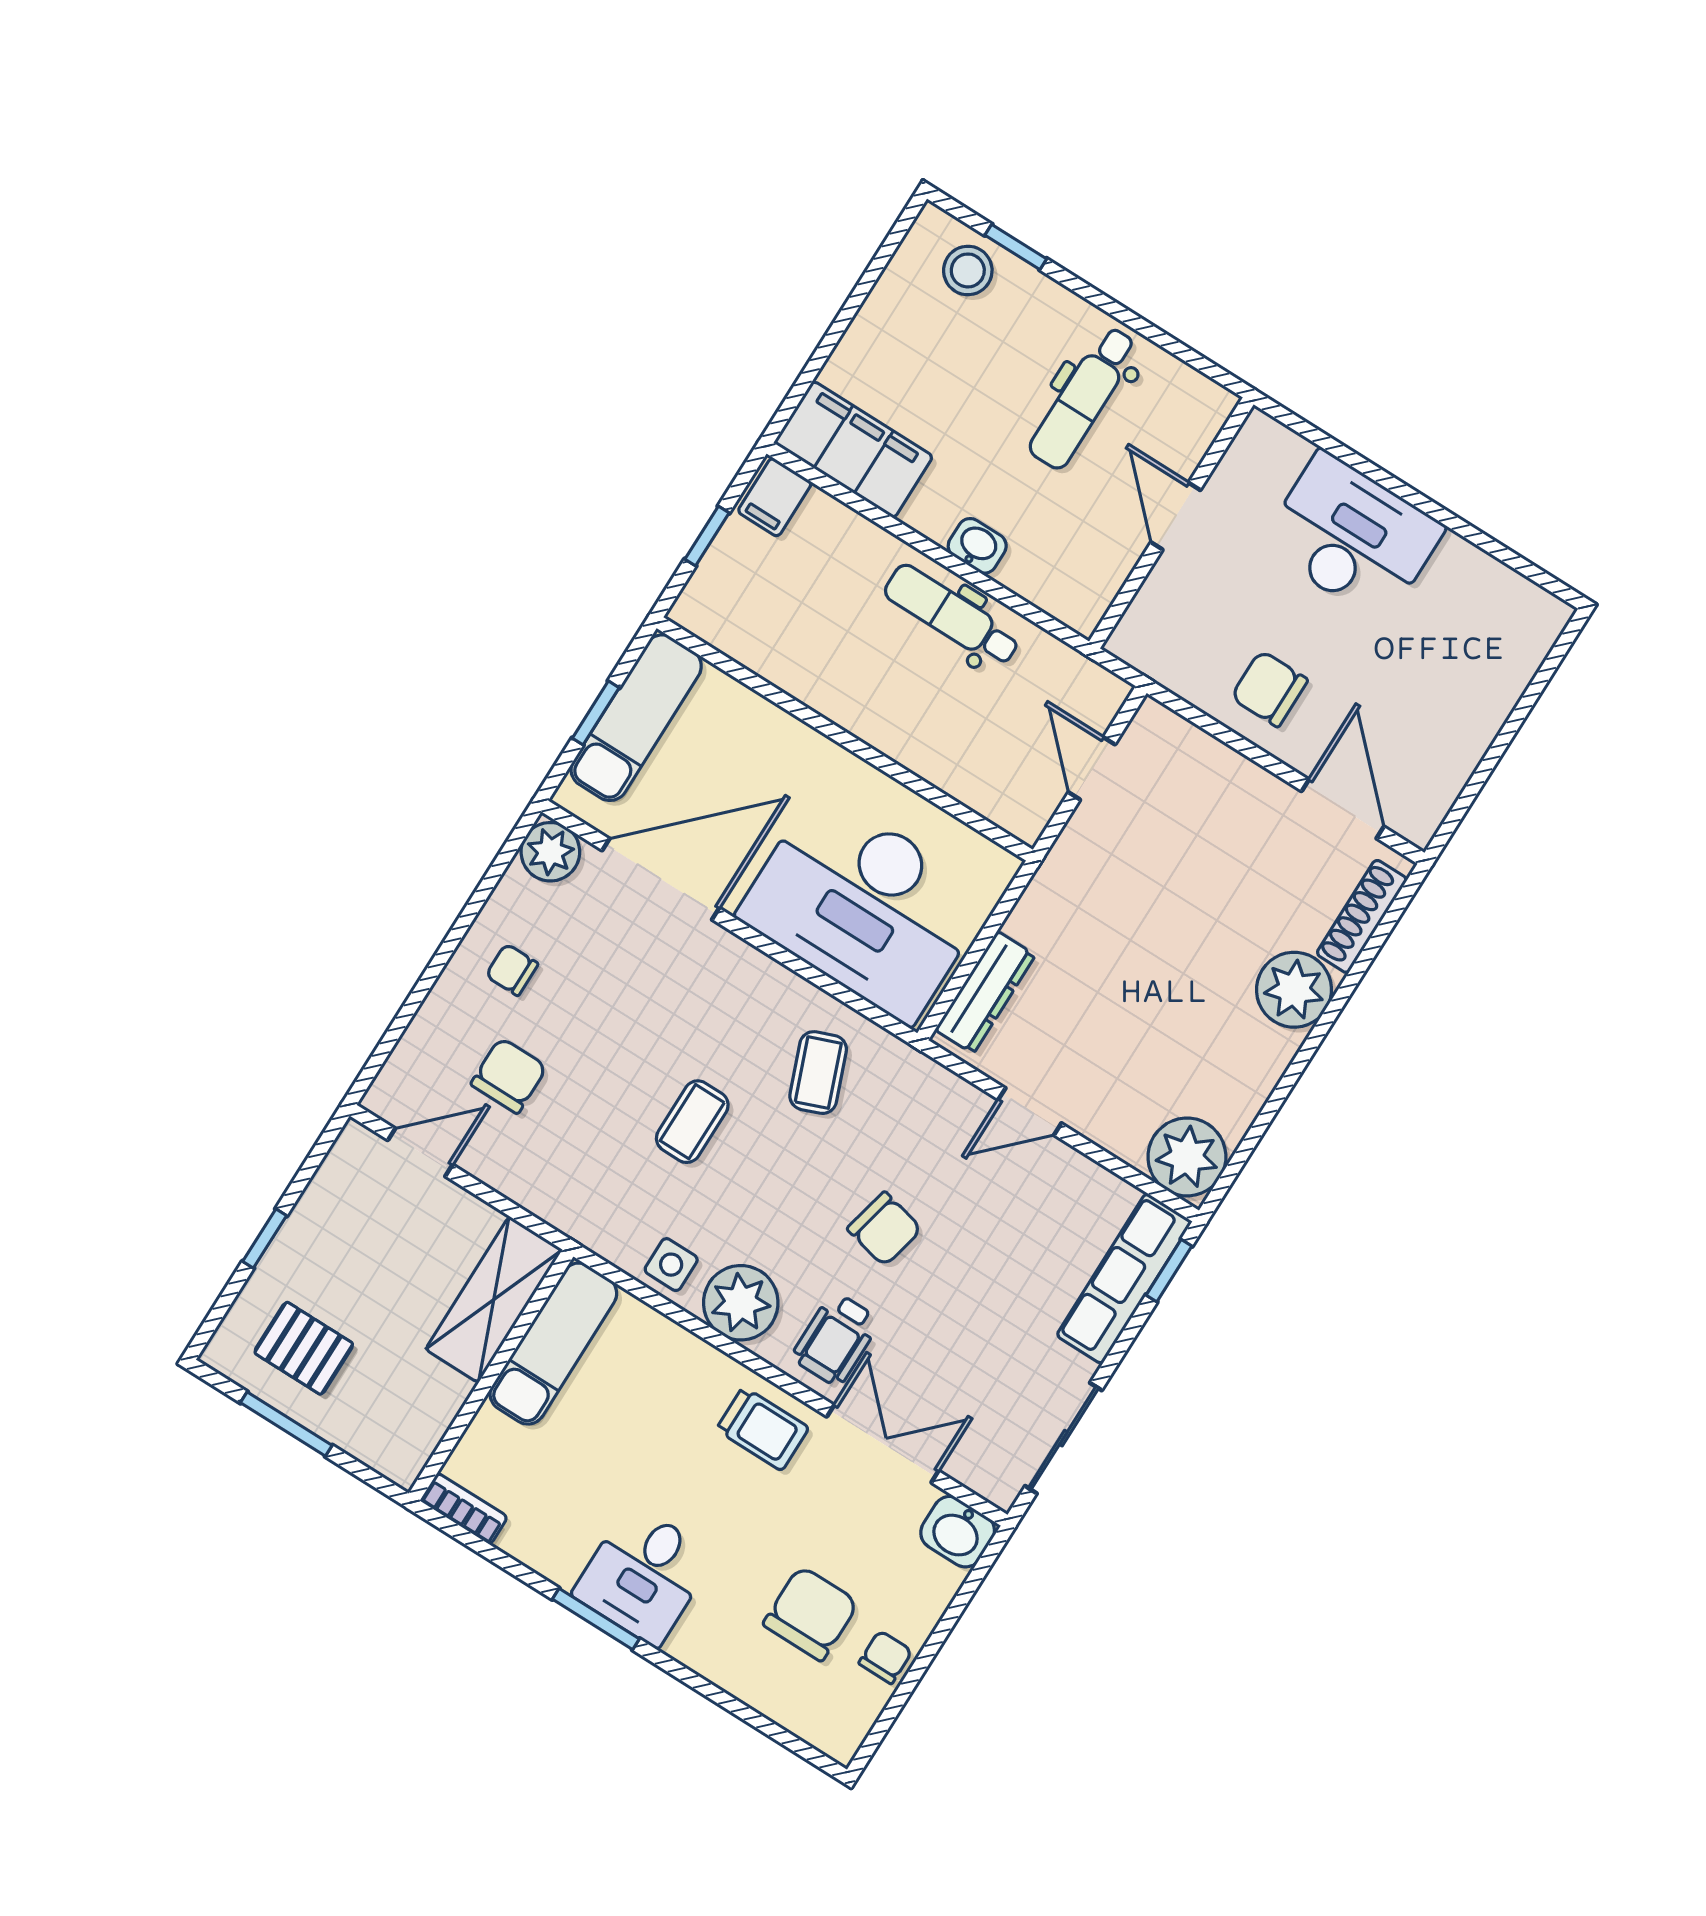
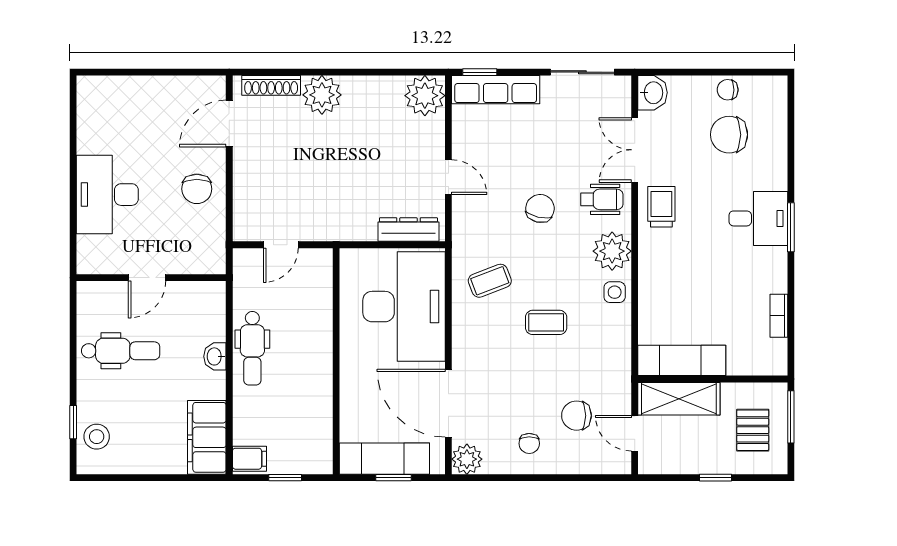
shelving: (494, 1299) -> (679, 399), moved
exam couch: (553, 1344) -> (682, 360), moved
wall: (491, 1375) -> (713, 379), moved

